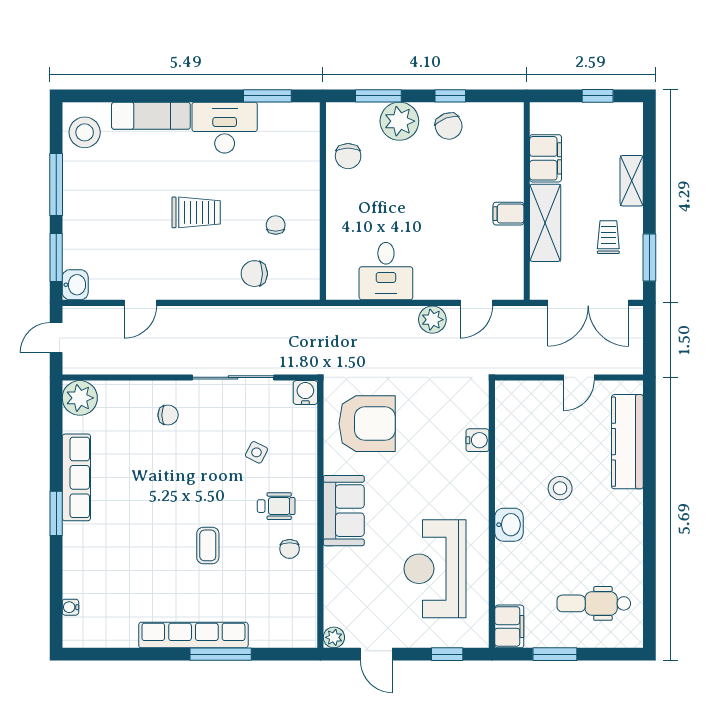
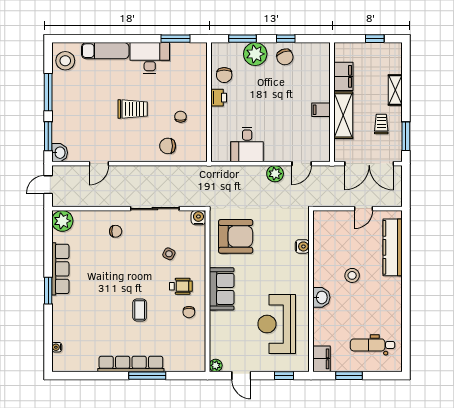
printer: (339, 194) -> (219, 98), added

